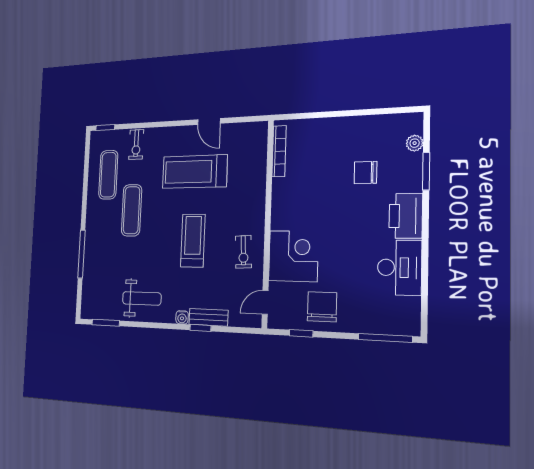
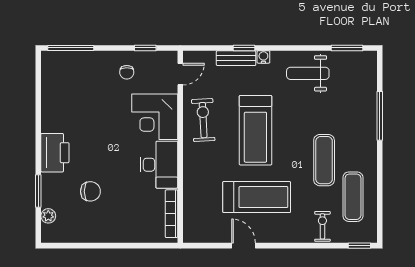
treadmill: (193, 241) -> (255, 130), width x1.37, depth x1.38
exercise bike: (243, 252) -> (203, 120), width x1.38, depth x1.39
desk: (399, 268) -> (159, 165), moved, turned 180
chair: (322, 307) -> (127, 72), width x0.54, depth x0.54

